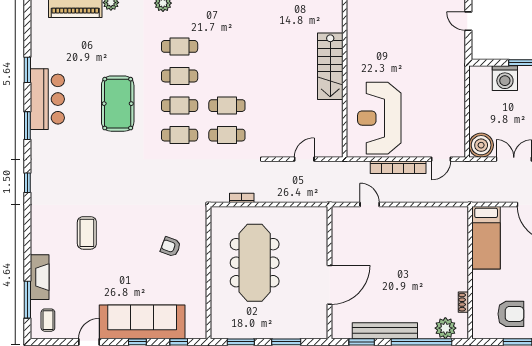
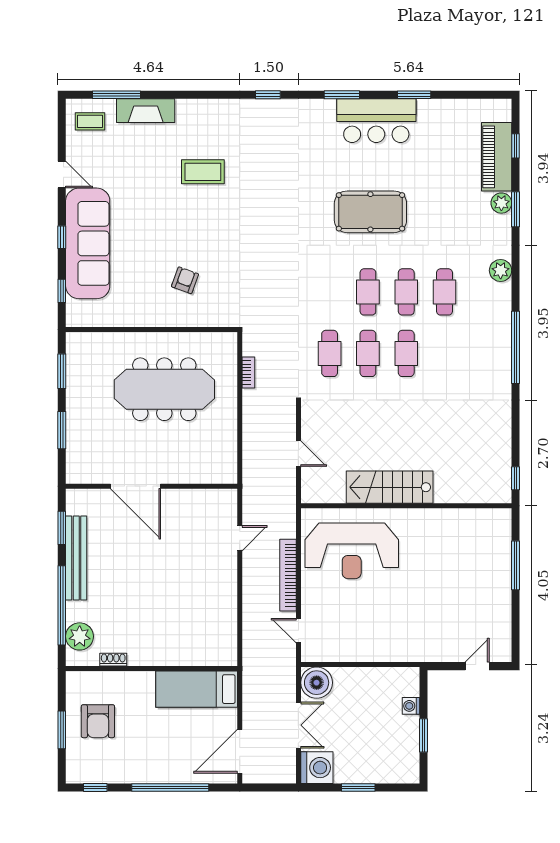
stairs: (330, 66) -> (390, 487), moved
washing machine: (505, 78) -> (411, 706), width x0.53, depth x0.53
reception desk: (379, 118) -> (352, 551), turned 180
cafe table: (180, 135) -> (406, 353), moved

